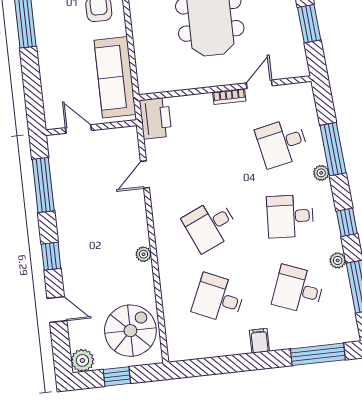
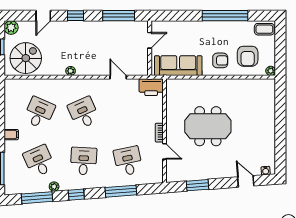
plant: (321, 173) -> (107, 183), removed
desk: (298, 290) -> (39, 161), turned -45
spiral stairs: (130, 331) -> (26, 58), turned -90

